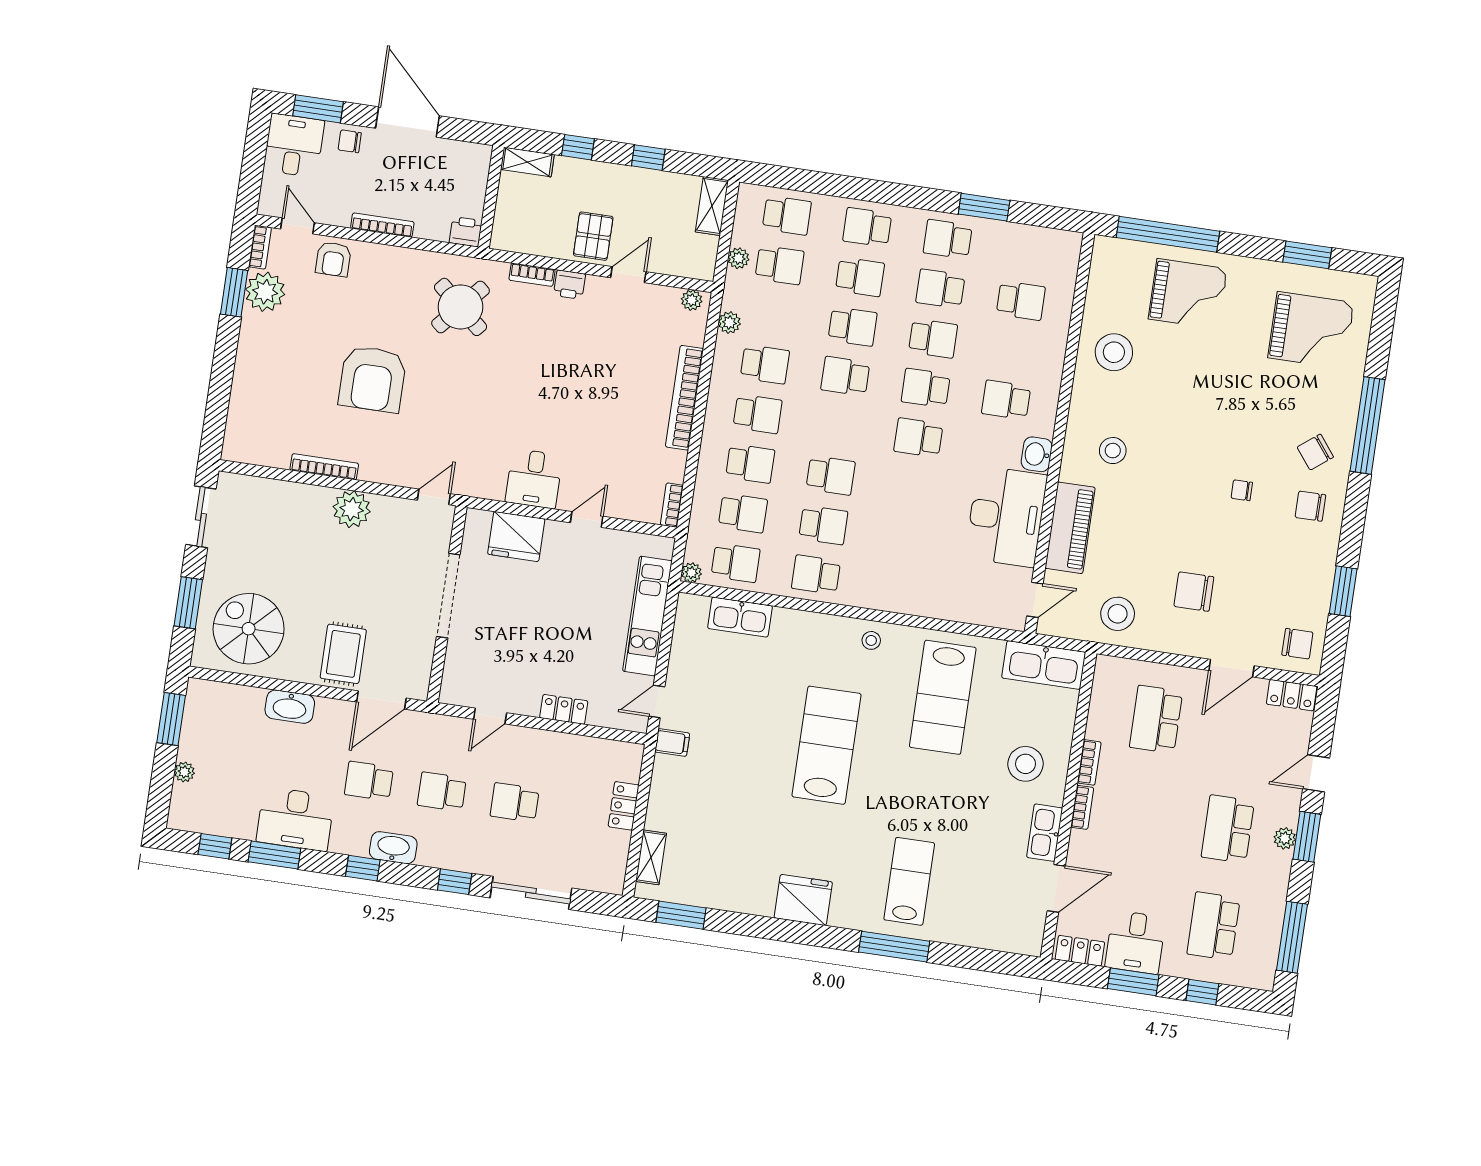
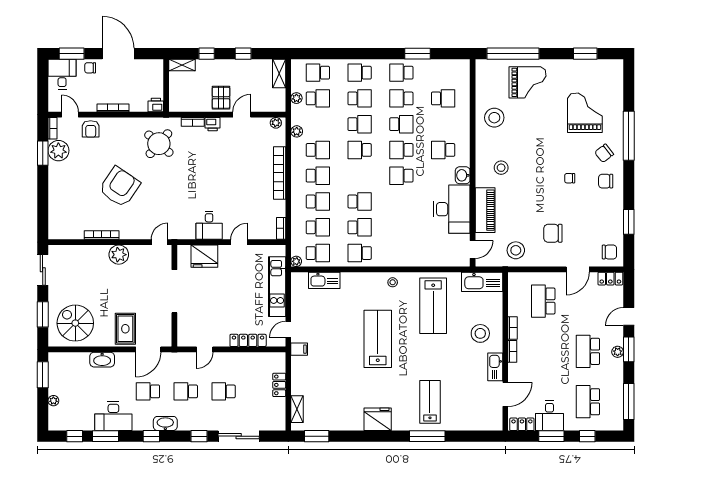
school desk: (787, 215) -> (318, 73), turned 180
grand piano: (1311, 330) -> (585, 113), moved, turned -90
armchair: (372, 379) -> (120, 187), turned -146
locker: (564, 709) -> (248, 340), width x1.53

